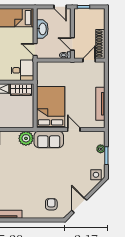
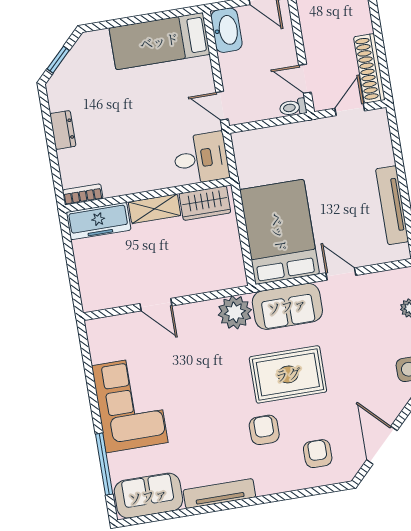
washbasin: (42, 29) -> (226, 30), moved
rug: (44, 168) -> (288, 374), added
armchair: (30, 190) -> (264, 430), added

